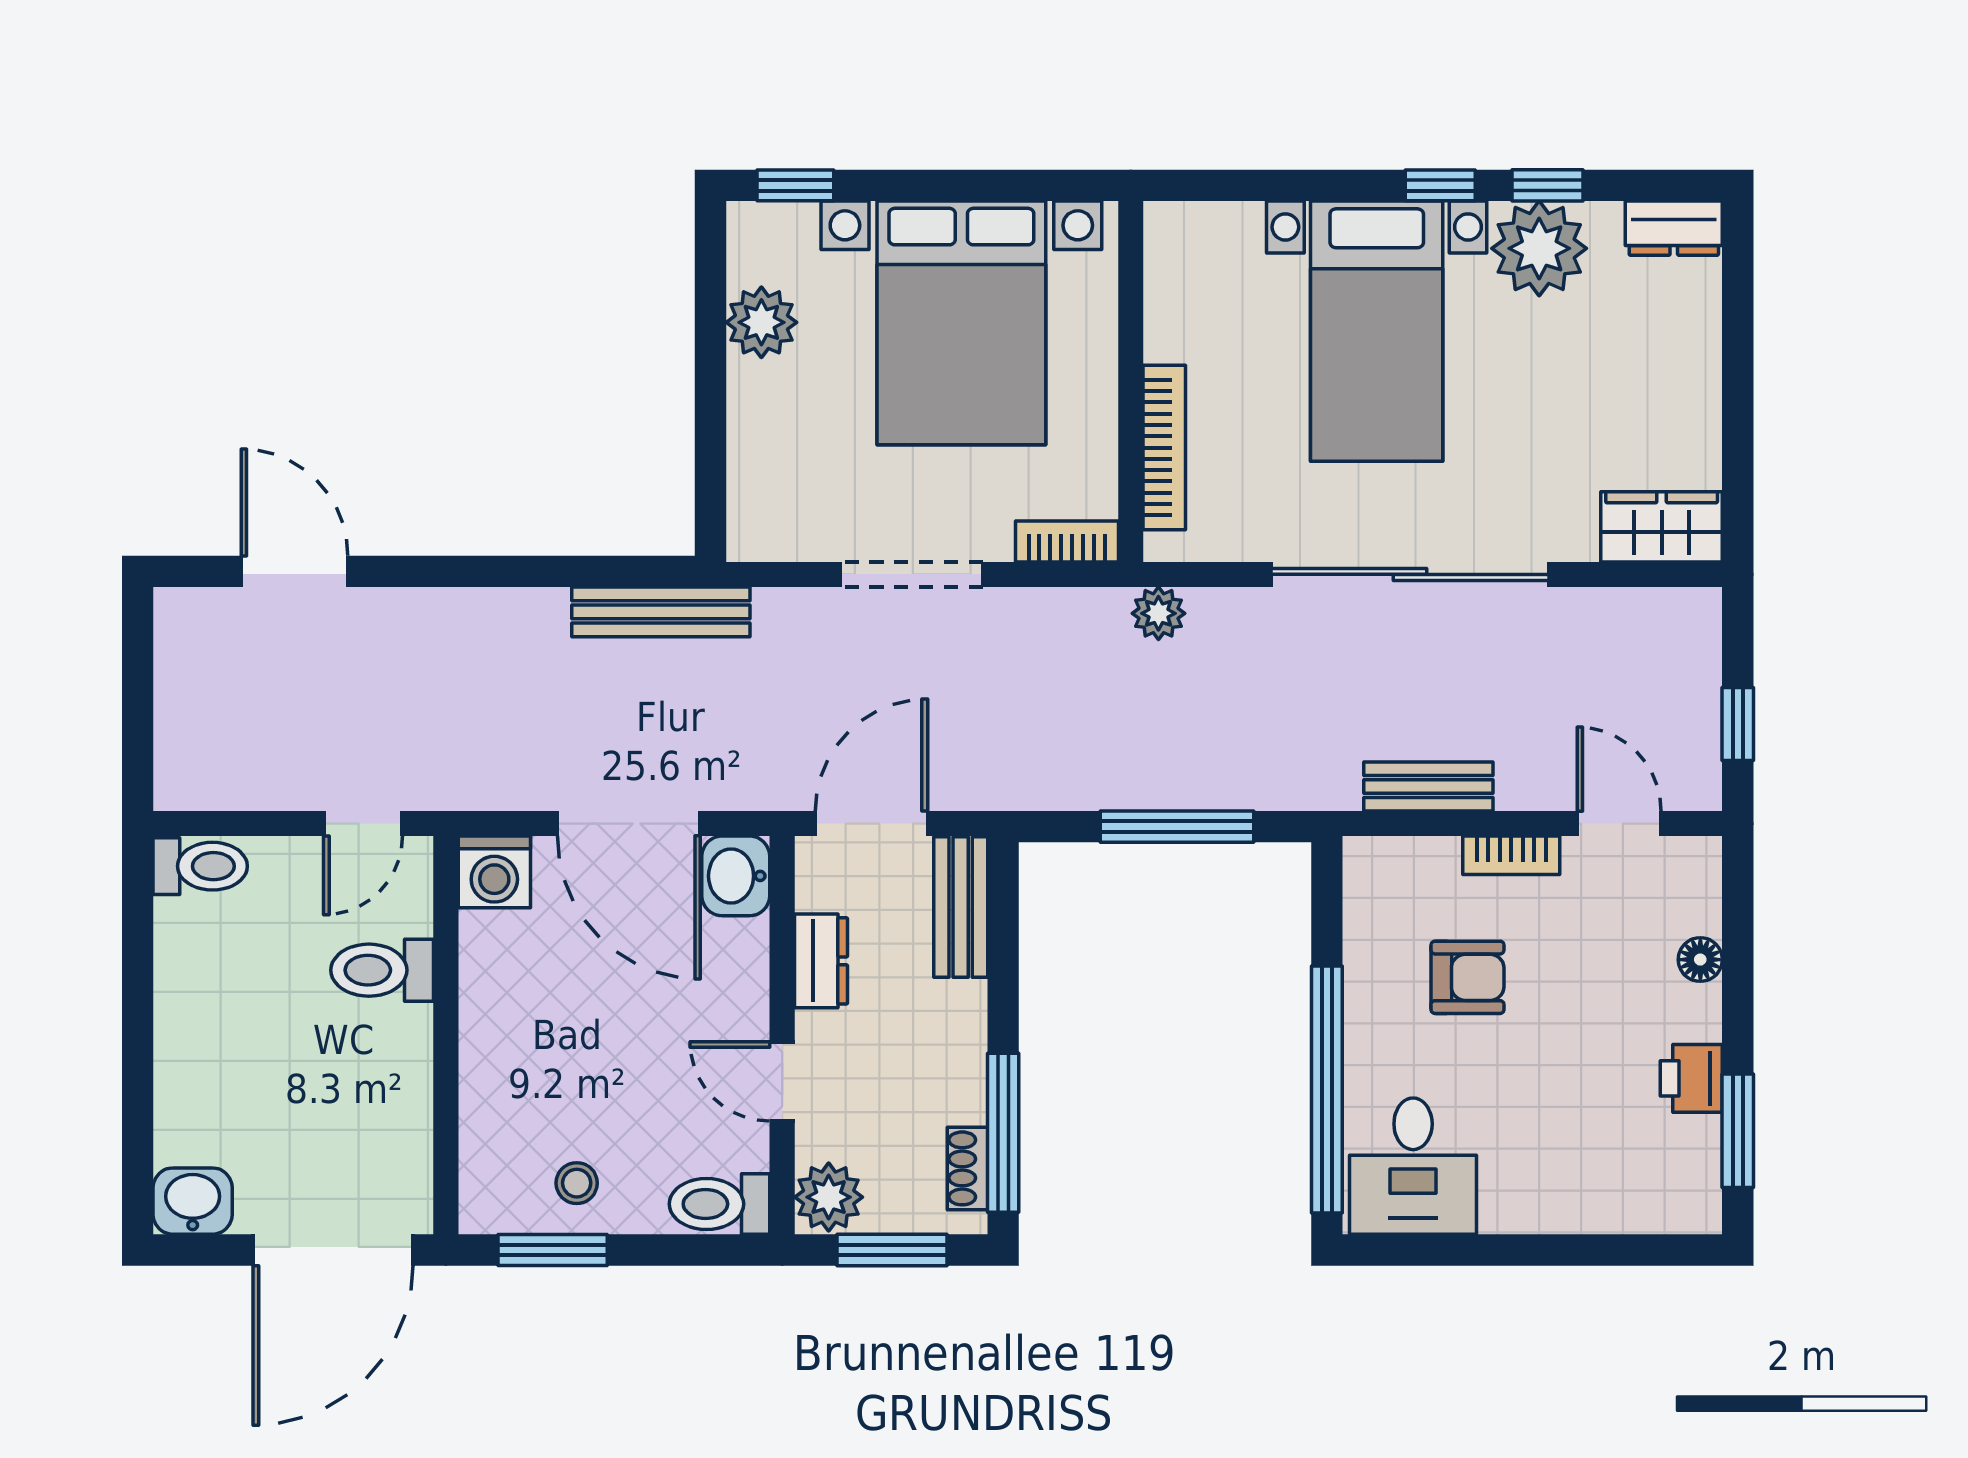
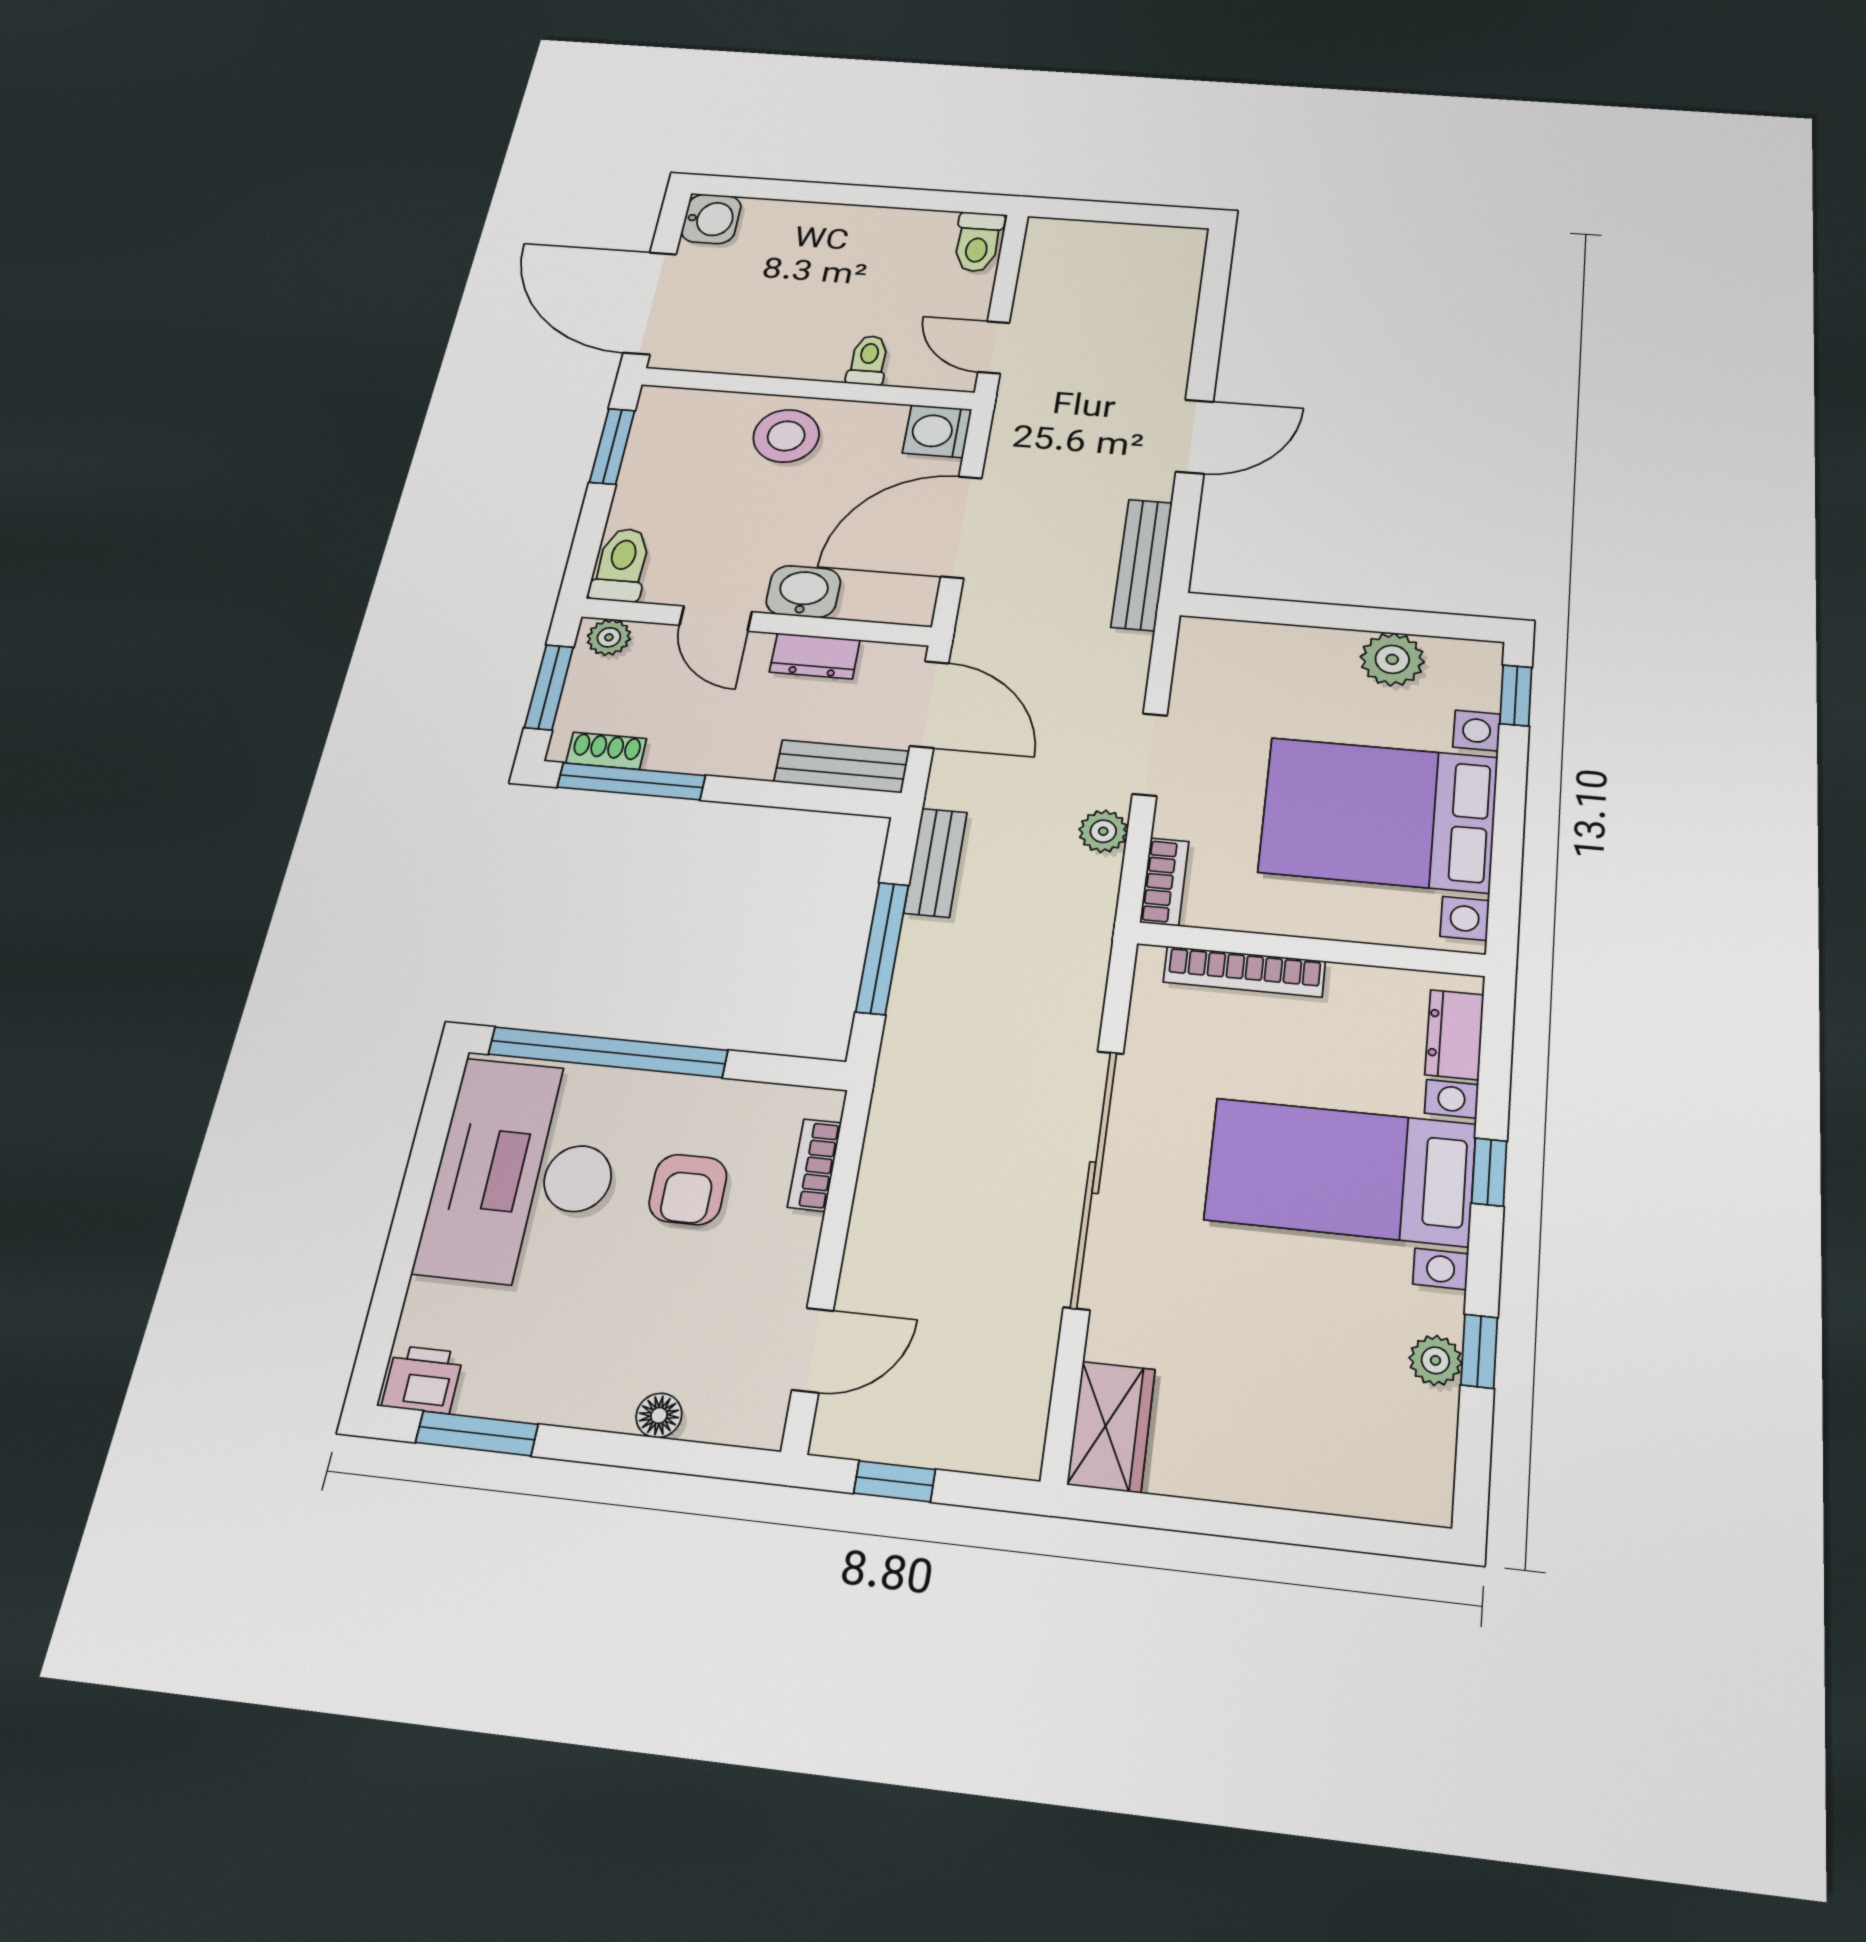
window: (1440, 185) -> (1489, 1172), moved
dresser: (1674, 228) -> (1454, 1035), moved
plant: (1539, 248) -> (1435, 1360), width x0.53, depth x0.53
door: (294, 571) -> (1195, 437), moved
doorway: (911, 574) -> (1150, 754), width x0.73
plant: (1158, 613) -> (1103, 831), moved
bench: (1428, 786) -> (936, 862), moved
bookcase: (1511, 855) -> (814, 1165), moved
washbasin: (736, 876) -> (803, 592), moved
toilet: (382, 970) -> (868, 360), width x0.73, depth x0.72
printer: (1691, 1078) -> (423, 1380), moved
door: (782, 1081) -> (716, 619), swing flipped
desk: (1413, 1166) -> (524, 1173), width x1.87, depth x1.30
stool: (577, 1183) -> (786, 436), moved, width x1.89, depth x1.89
plant: (829, 1197) -> (609, 637), width x0.73, depth x0.73

